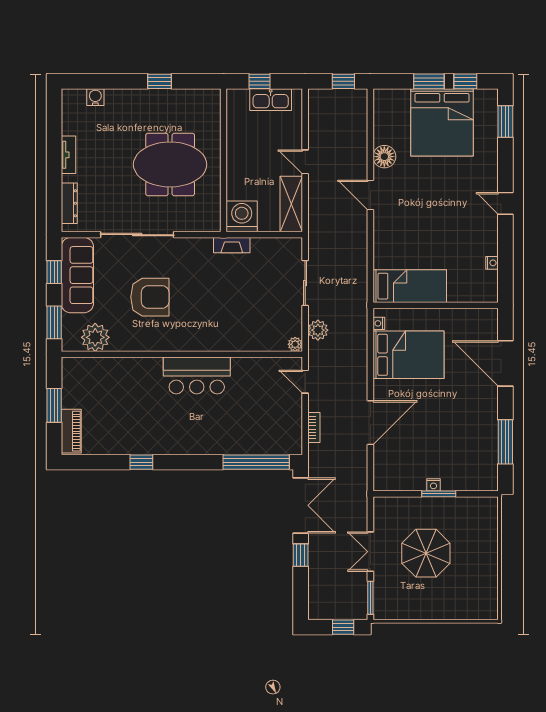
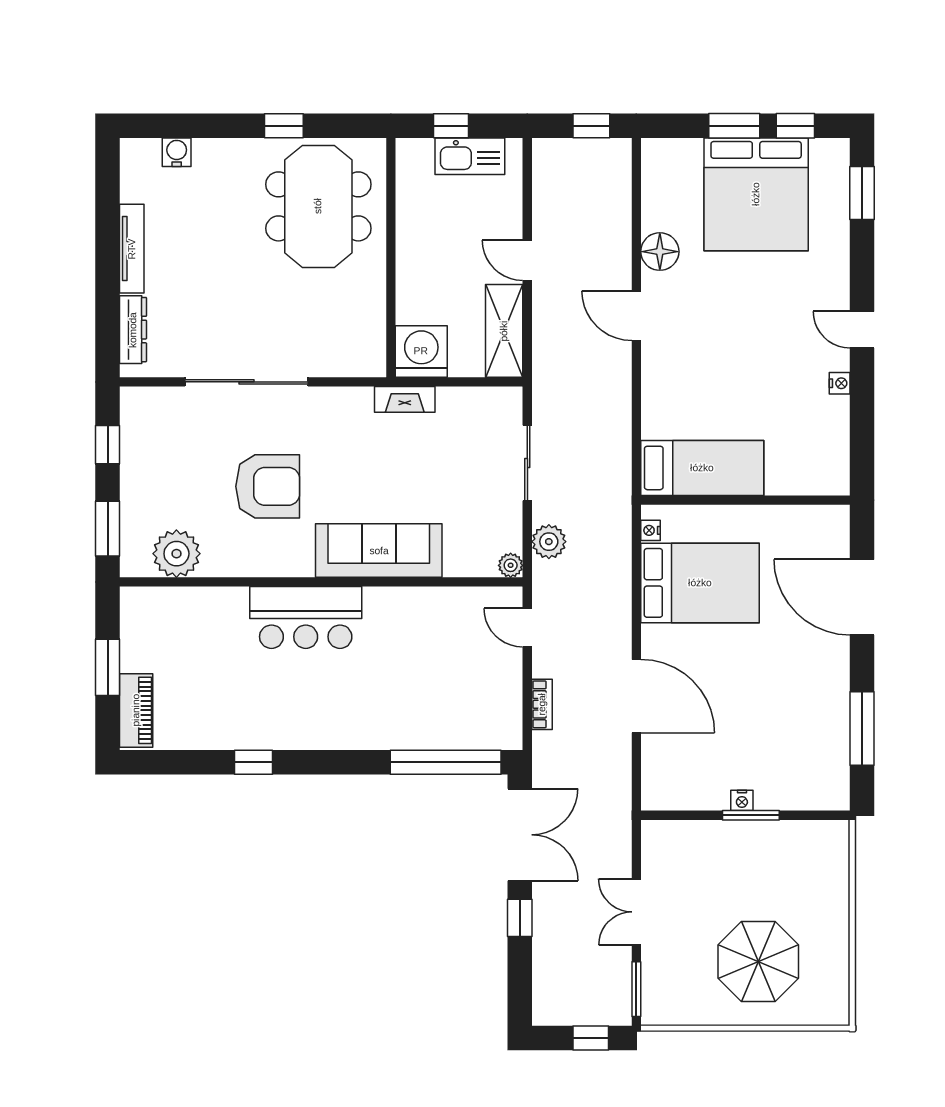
tv unit: (68, 155) -> (132, 249), width x1.41
meeting table: (170, 164) -> (318, 206), moved, turned 90
nightstand: (492, 263) -> (840, 383), moved
sofa: (77, 275) -> (379, 551), moved, turned -90
bar counter: (197, 375) -> (306, 617), moved
door: (370, 423) -> (636, 696), hinge flipped
parasol: (426, 553) -> (758, 961), moved

